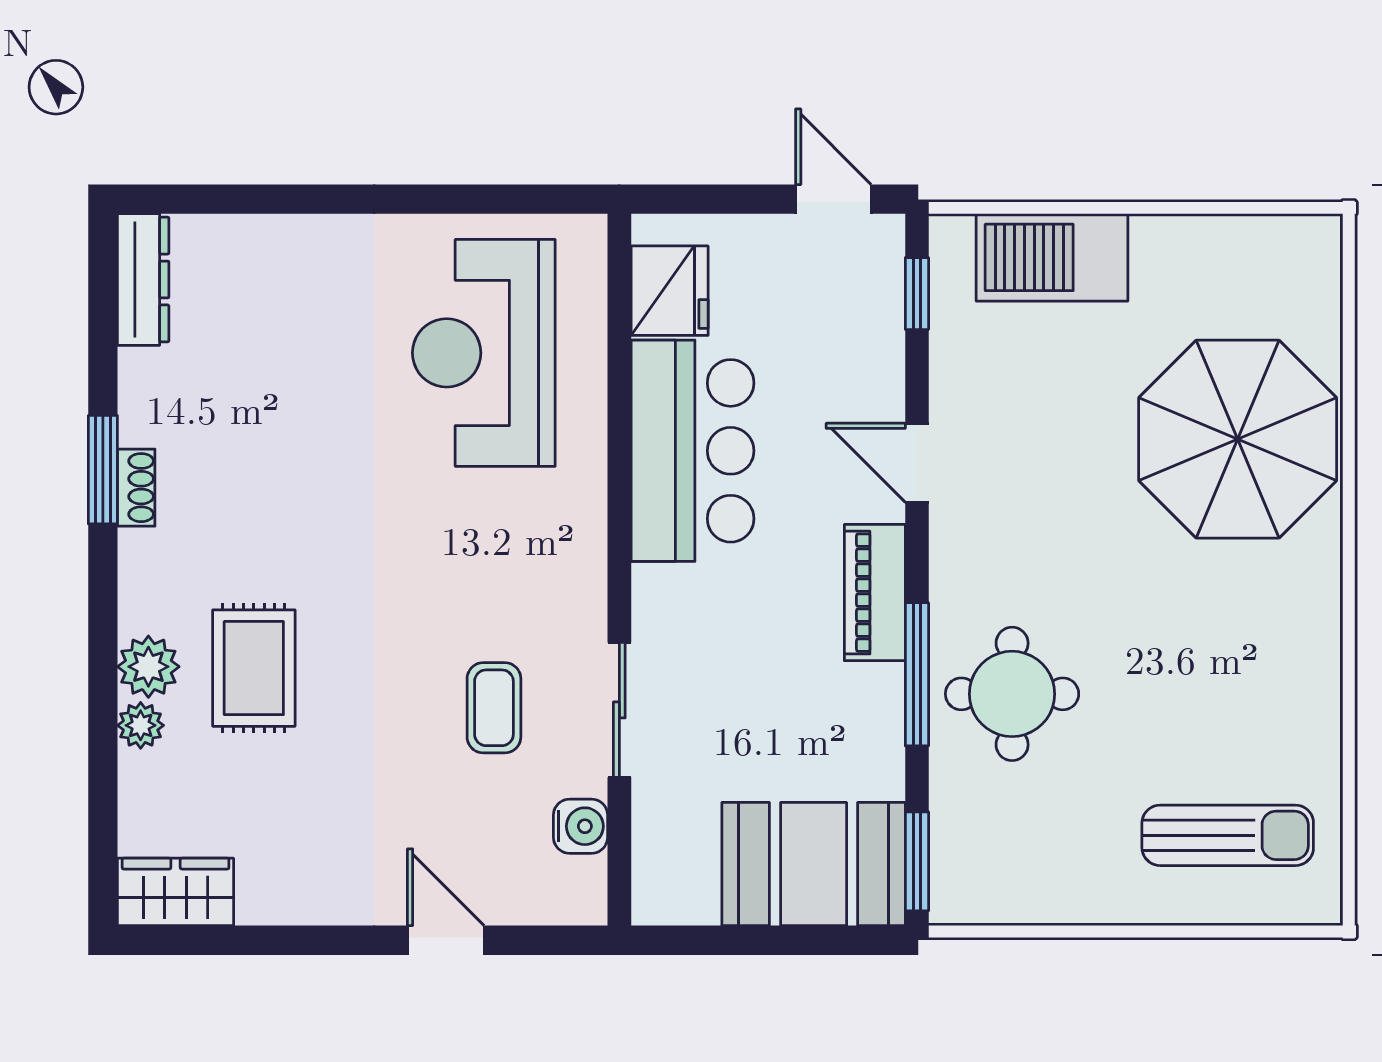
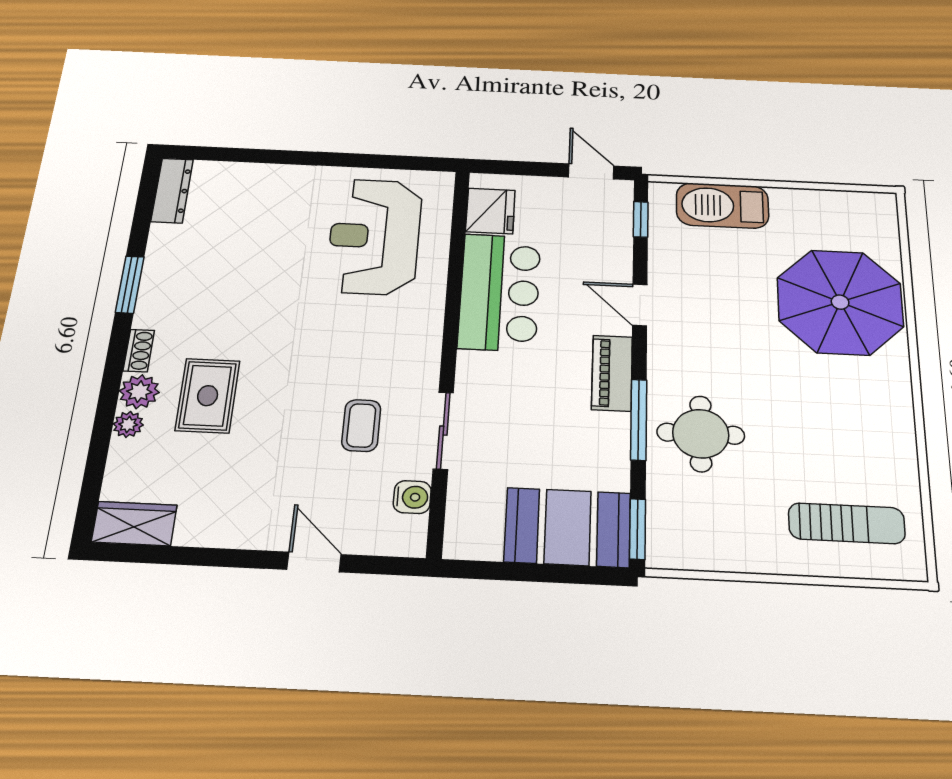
shoe rack: (136, 488) -> (139, 351), moved

